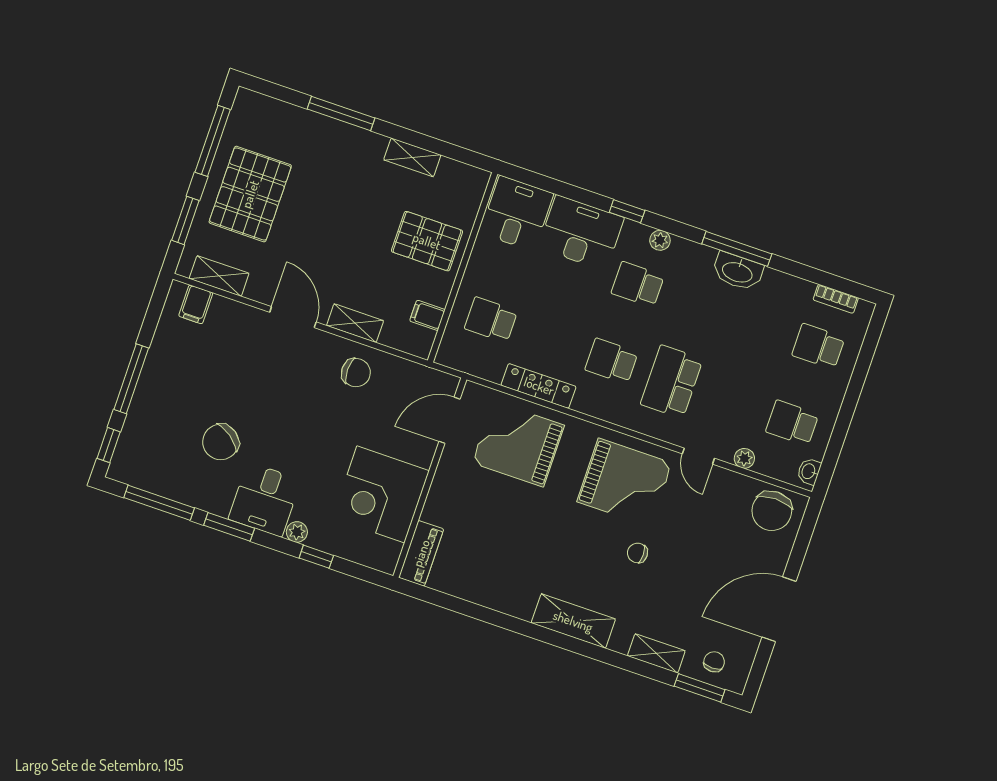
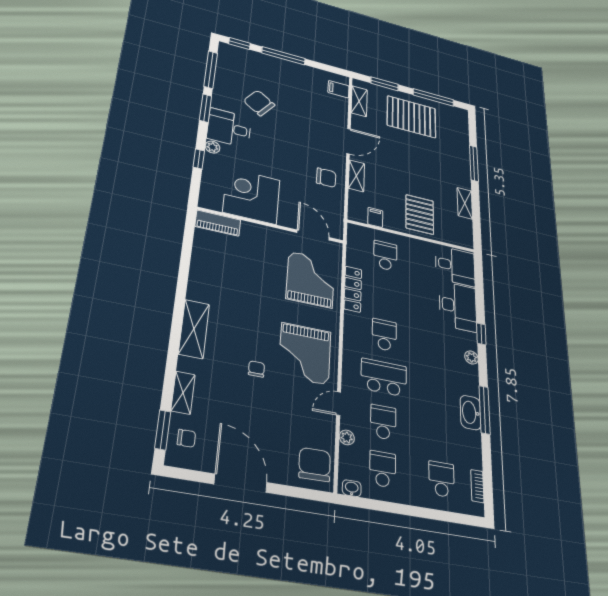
school desk: (638, 284) -> (383, 422), moved
chair: (356, 373) -> (326, 178), turned -90
chair: (772, 511) -> (315, 465), turned 89

